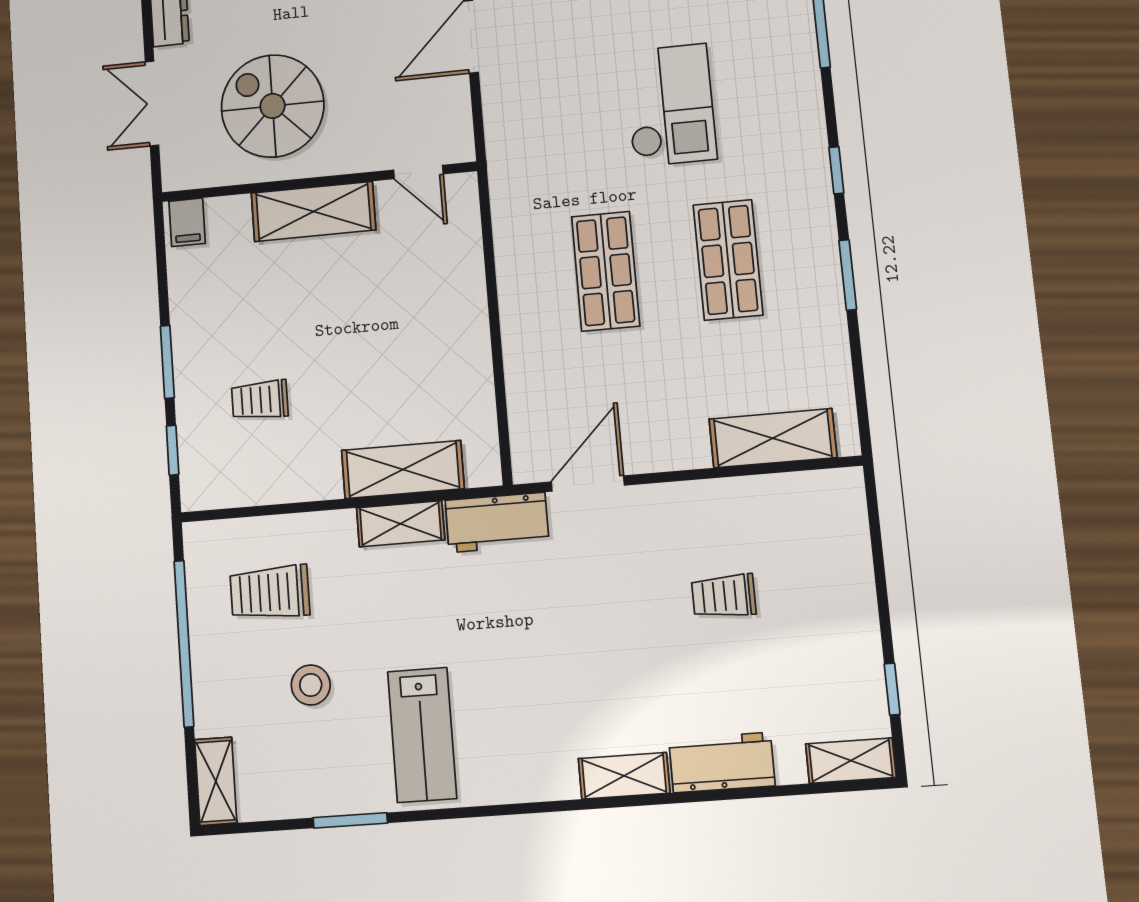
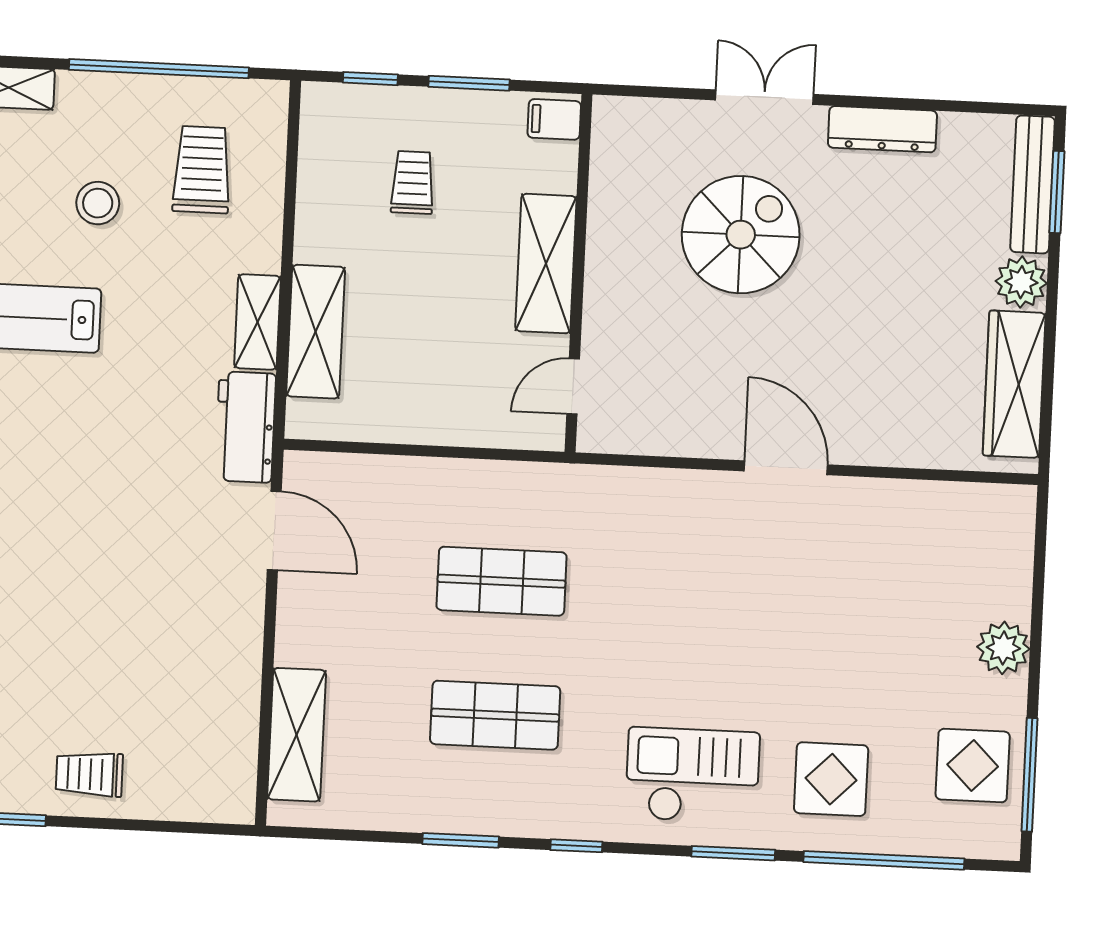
checkout: (670, 105) -> (692, 775), moved, turned 180
door: (418, 172) -> (573, 386), moved
wall: (318, 182) -> (578, 273), moved
shelving: (313, 211) -> (546, 264), moved
filing cabinet: (187, 222) -> (554, 119), moved
trolley: (724, 596) -> (89, 774), moved, turned -90

